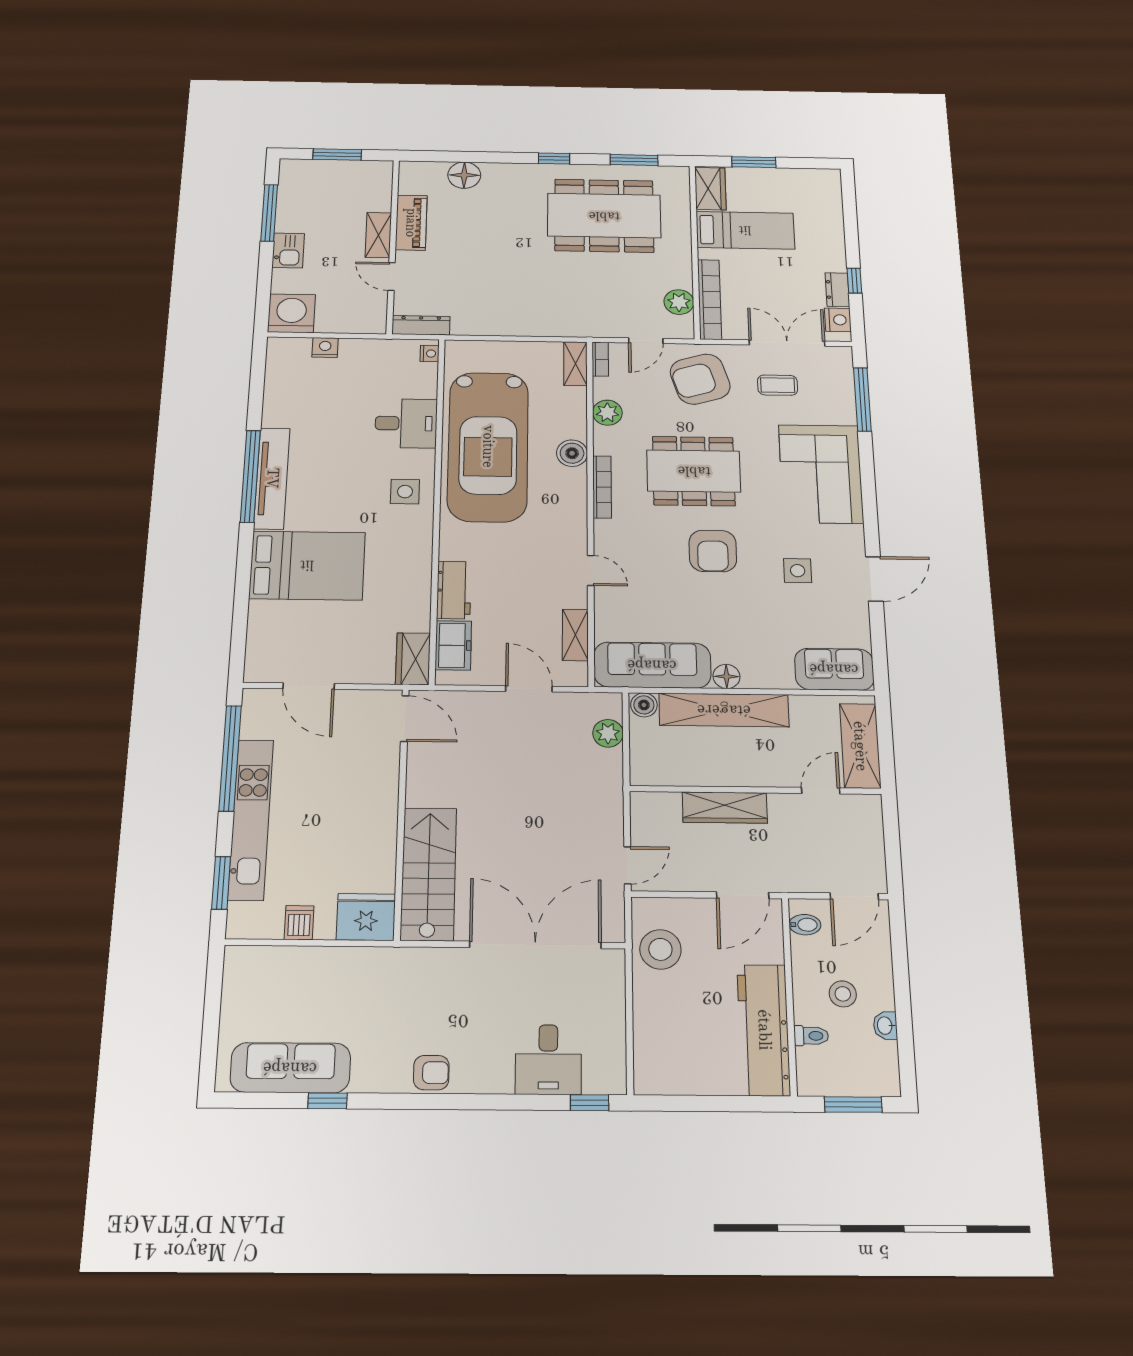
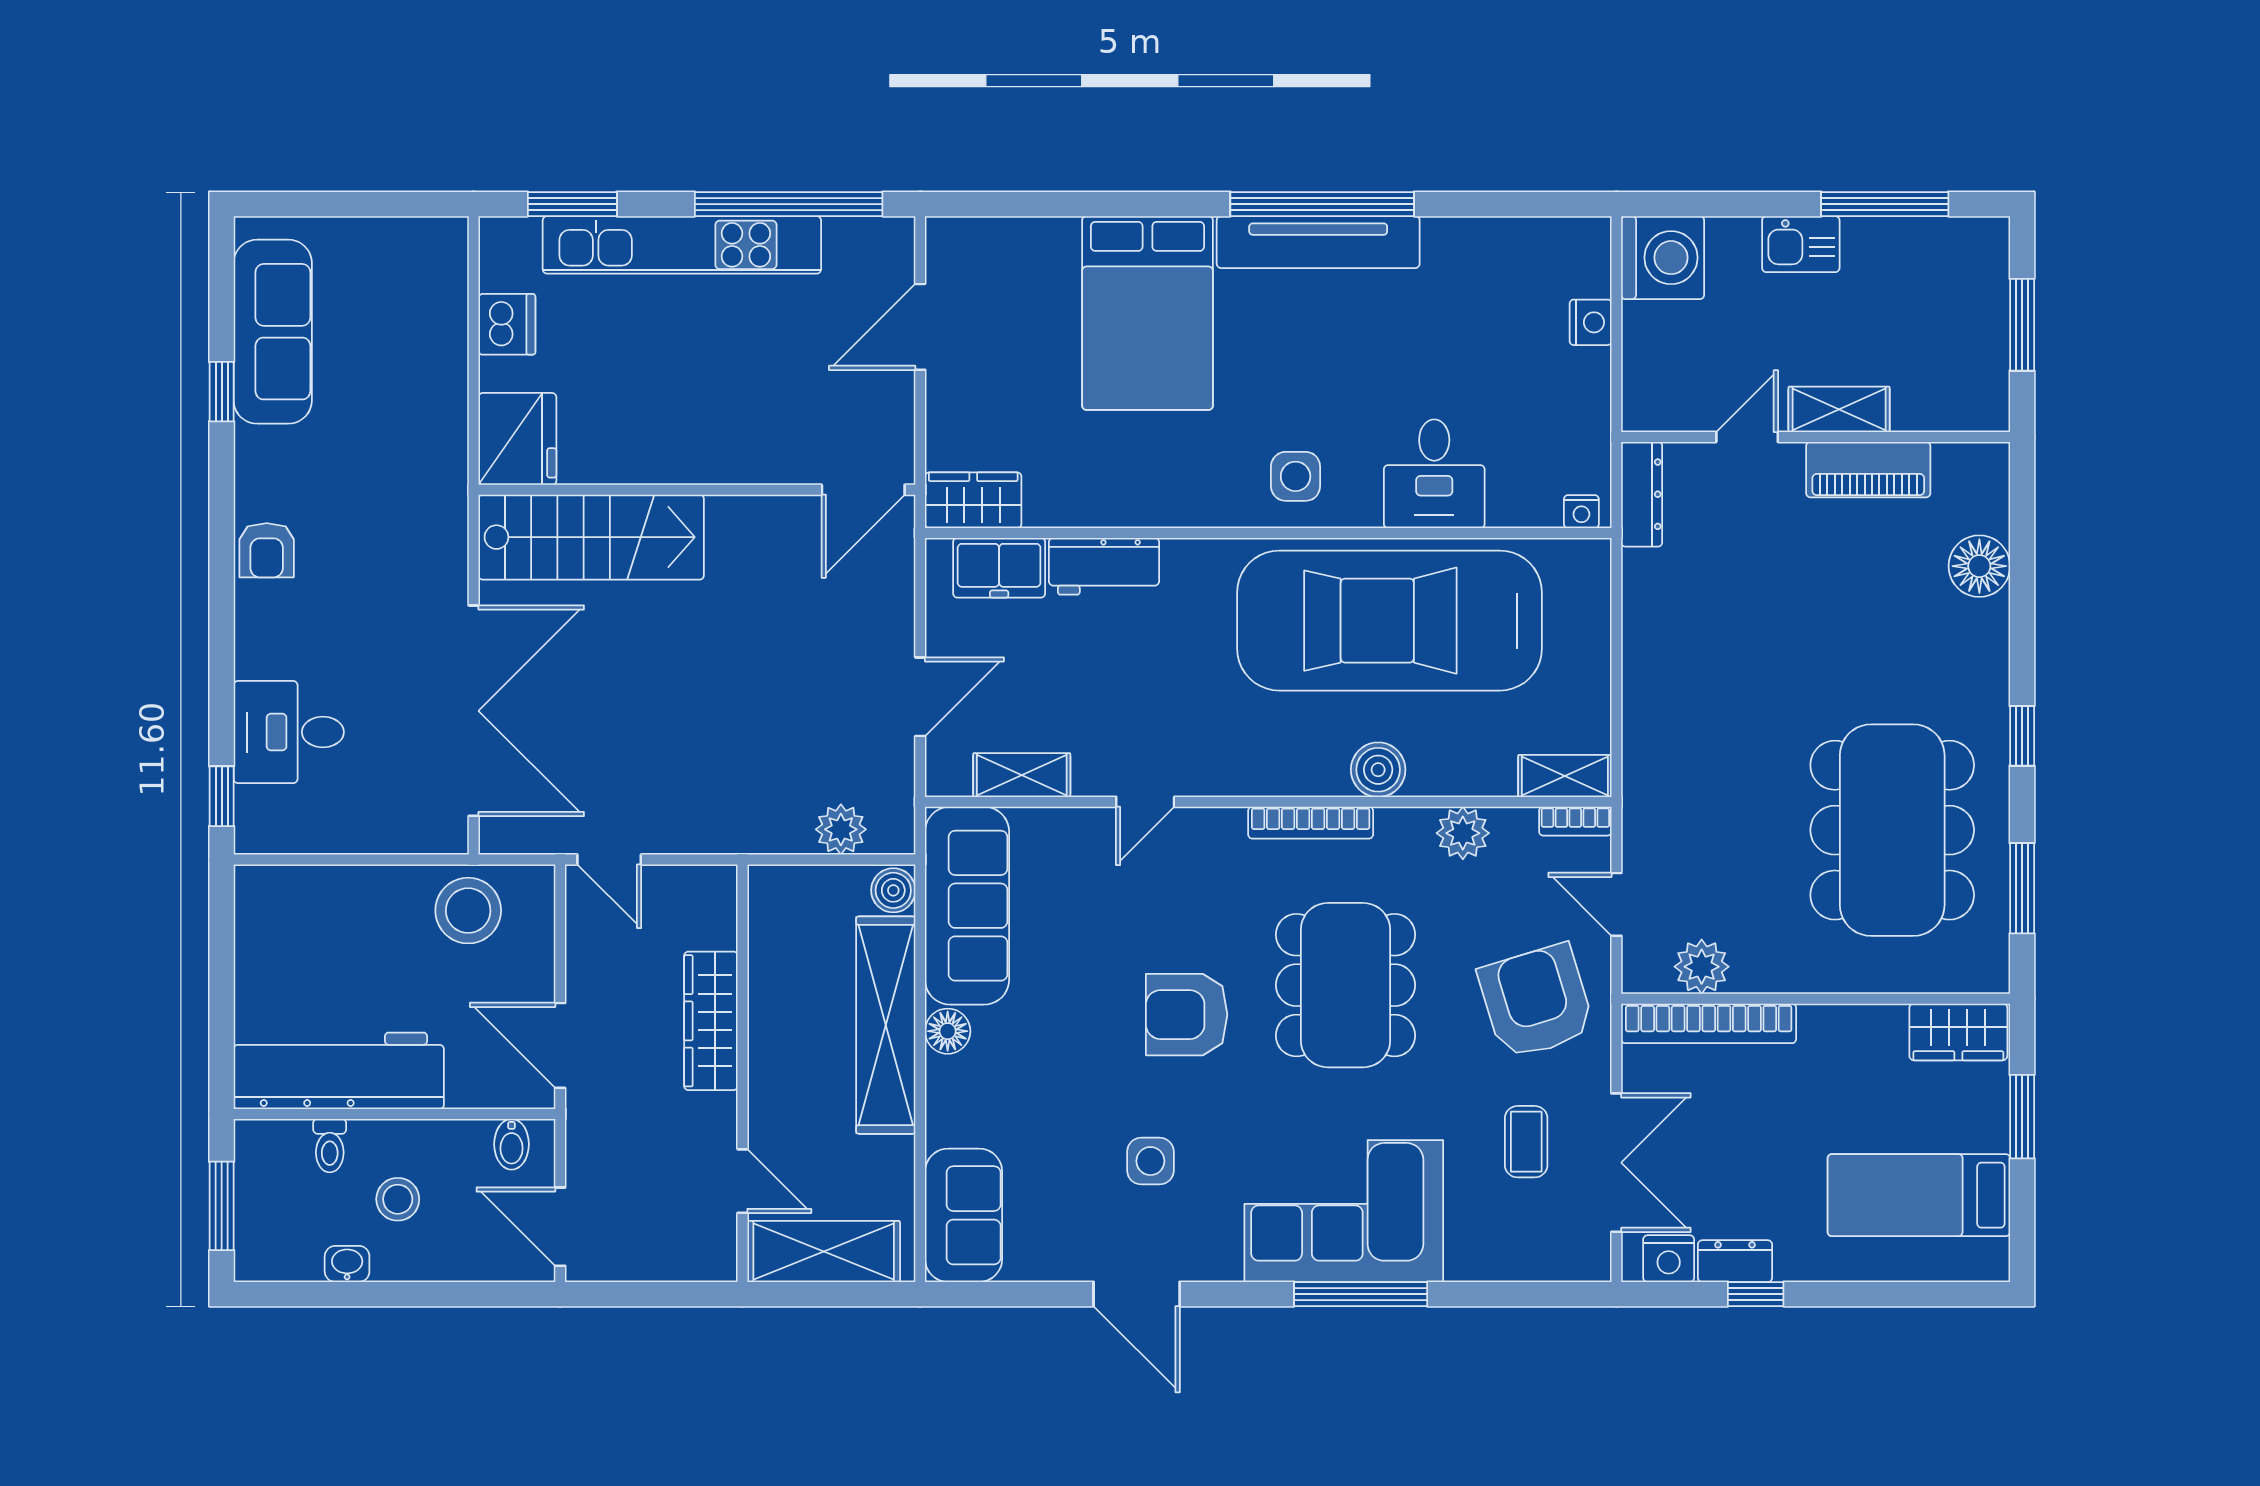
bed: (745, 230) -> (1919, 1195), moved, turned 90
window: (862, 399) -> (1361, 1294), moved
dishwasher: (299, 923) -> (507, 324), width x1.38

